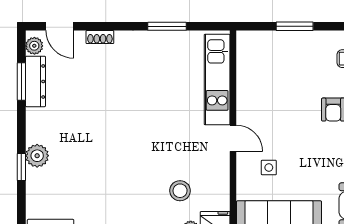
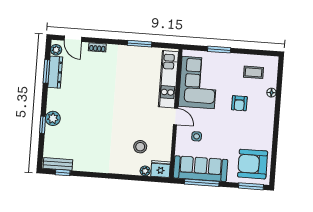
corner sofa: (265, 81) -> (198, 82), added

